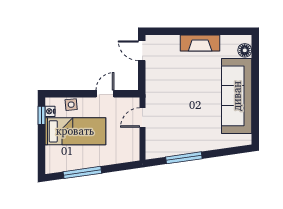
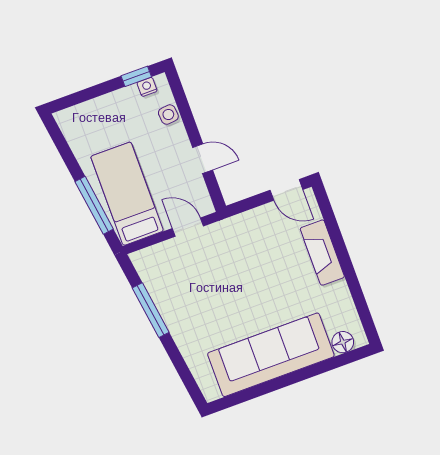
fireplace: (200, 43) -> (322, 253), moved
door: (142, 51) -> (286, 190), swing flipped
bed: (75, 131) -> (127, 194), moved, turned 180
window: (82, 172) -> (94, 205), moved

